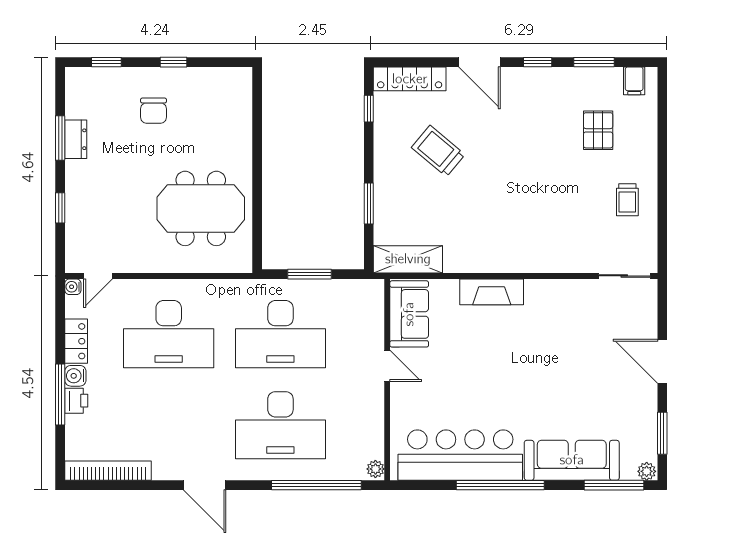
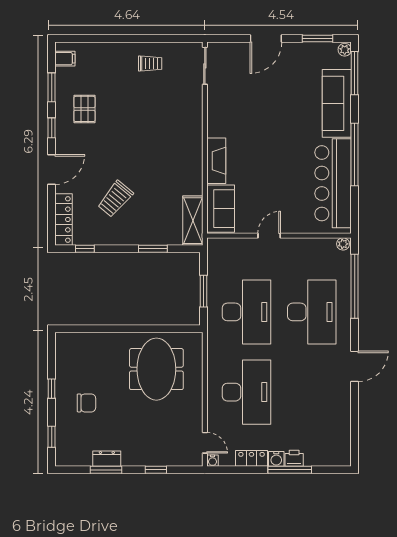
pallet: (598, 130) -> (84, 109), moved, turned 90
sofa: (409, 314) -> (221, 209), moved, turned 90
bookcase: (108, 471) -> (344, 435), removed

